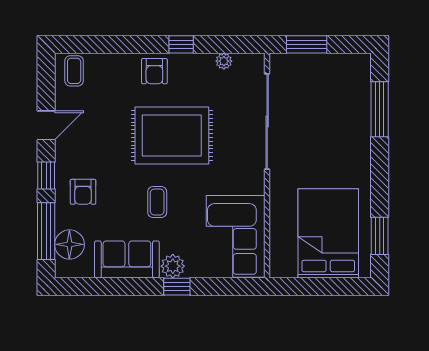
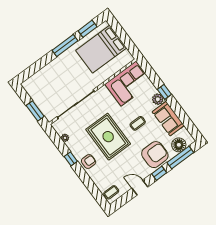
window: (380, 109) -> (65, 46), moved
armchair: (83, 192) -> (155, 155), width x1.88, depth x1.88

